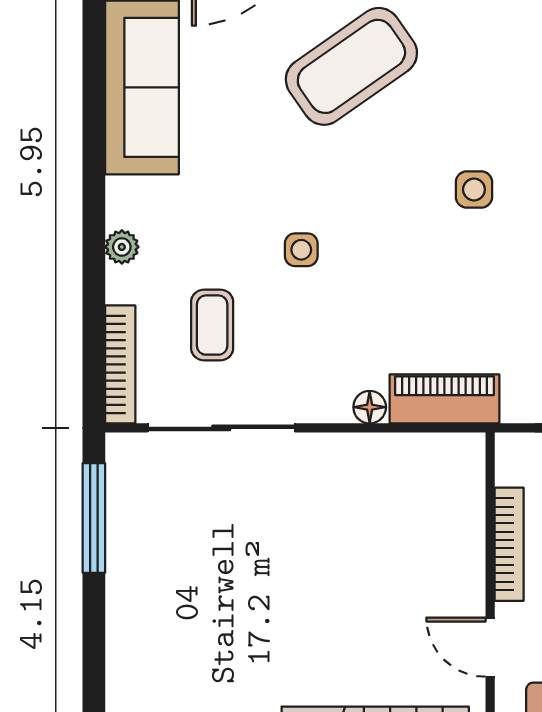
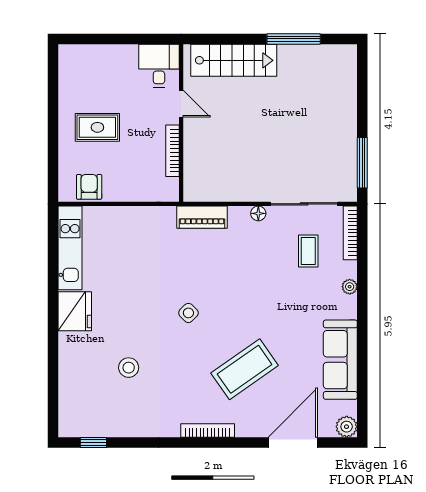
side table: (474, 190) -> (188, 313), turned 45
side table: (301, 250) -> (267, 285), removed
floor lamp: (370, 407) -> (258, 213), moved

